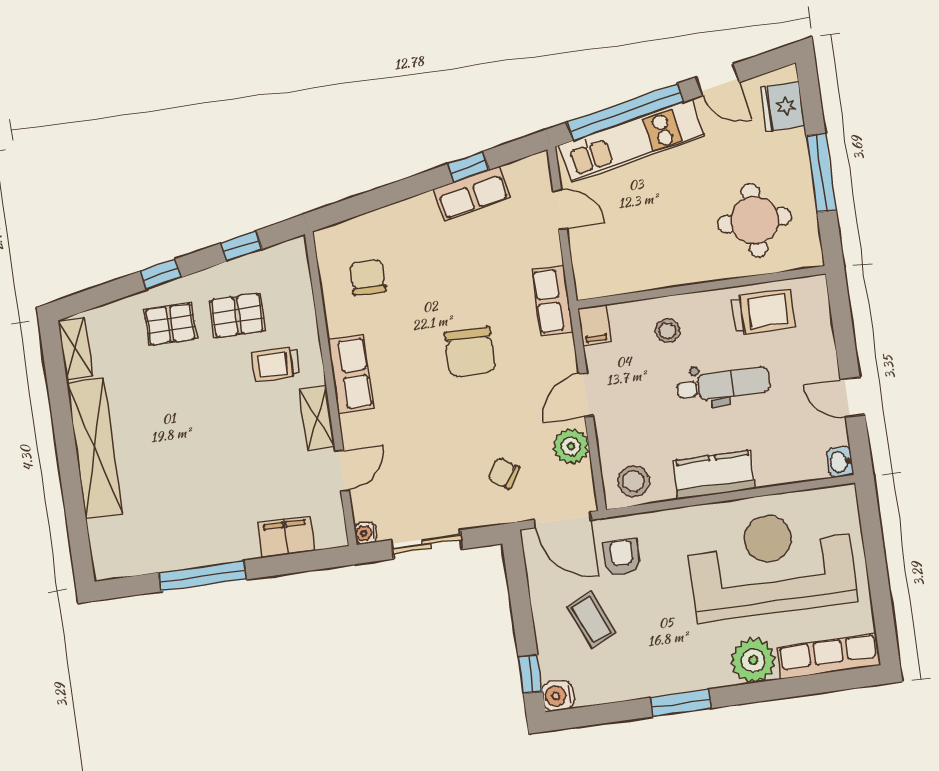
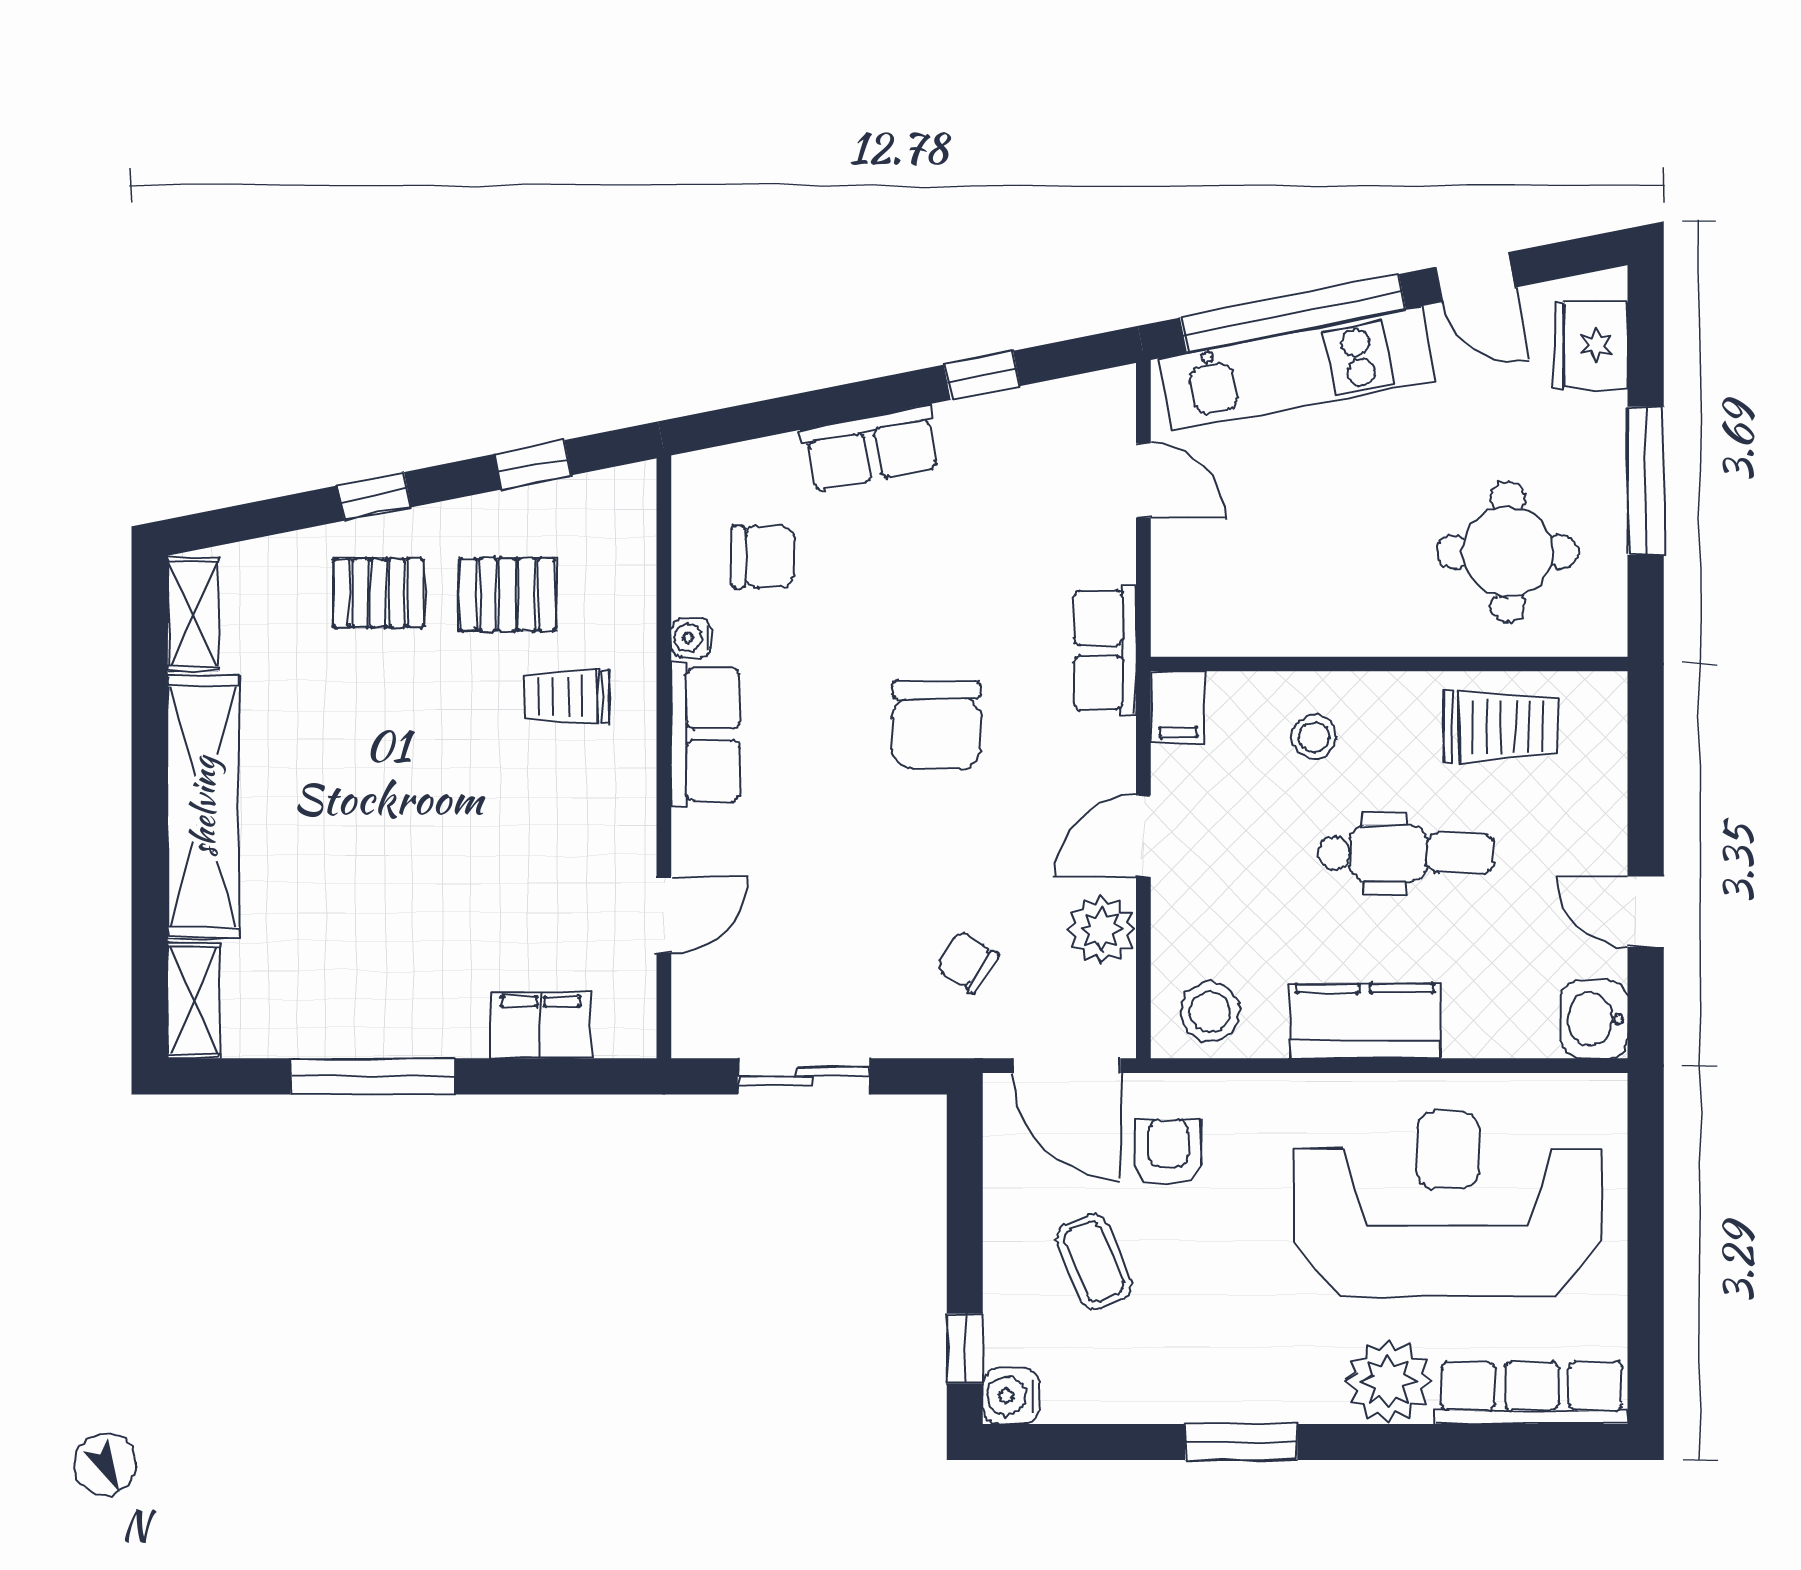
row of seats: (472, 193) -> (871, 448), moved
chair: (368, 277) -> (763, 557), turned 90
shelving: (317, 418) -> (194, 1000), moved
washbasin: (840, 462) -> (1594, 1019), width x1.38, depth x1.45
water cooler: (365, 533) -> (691, 638), moved

